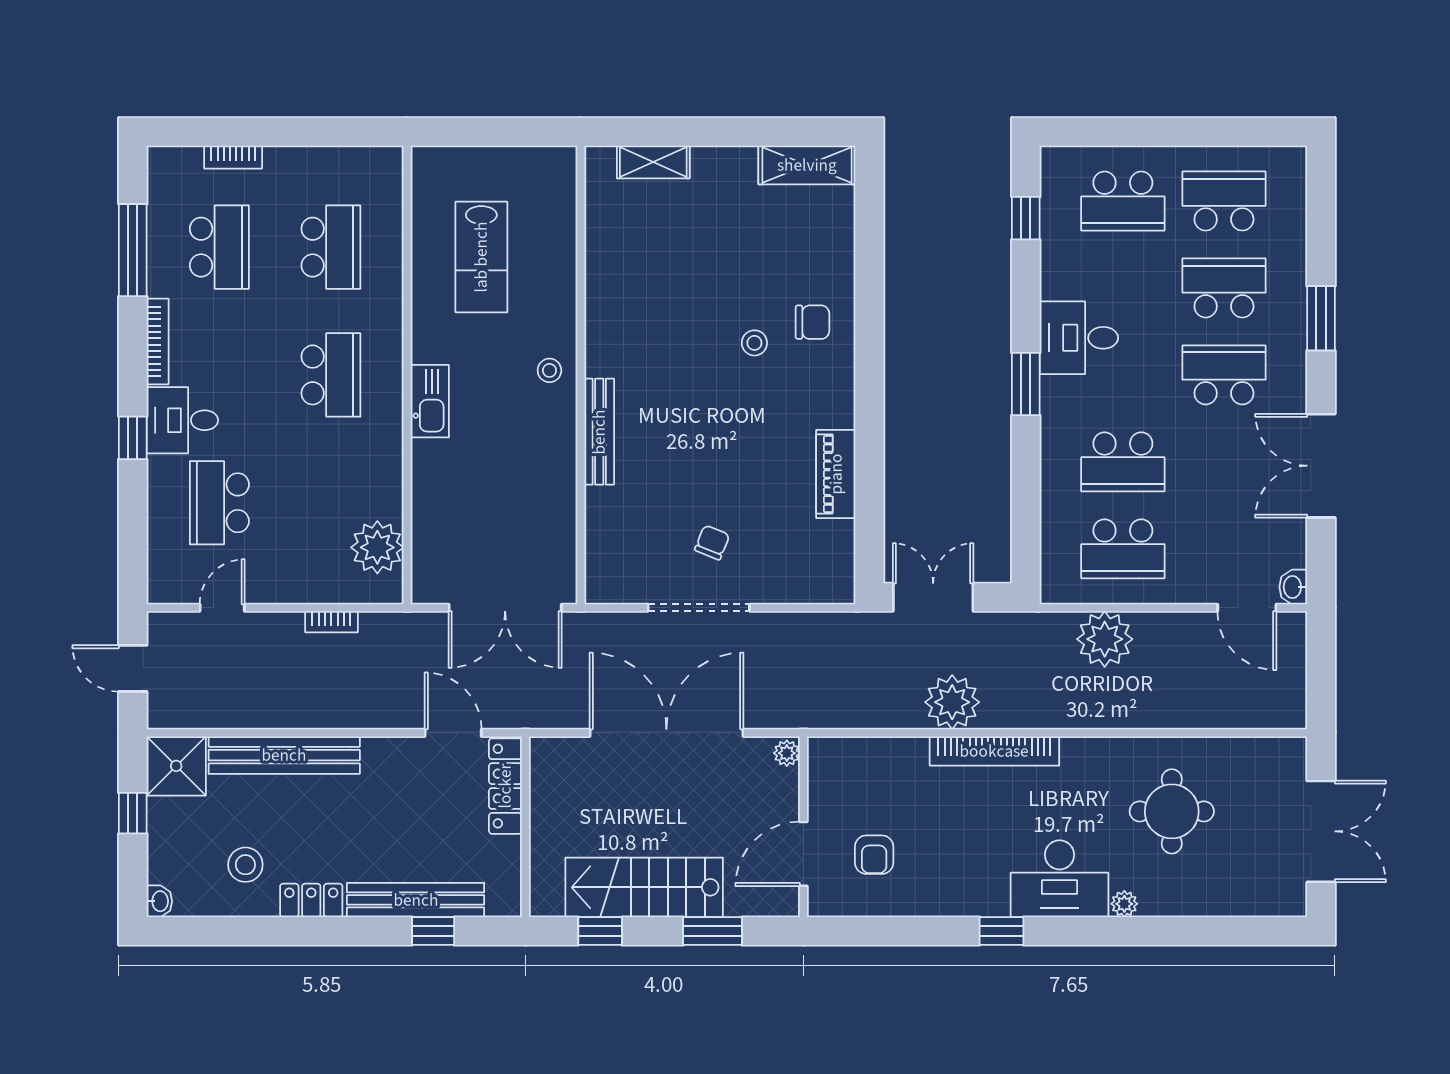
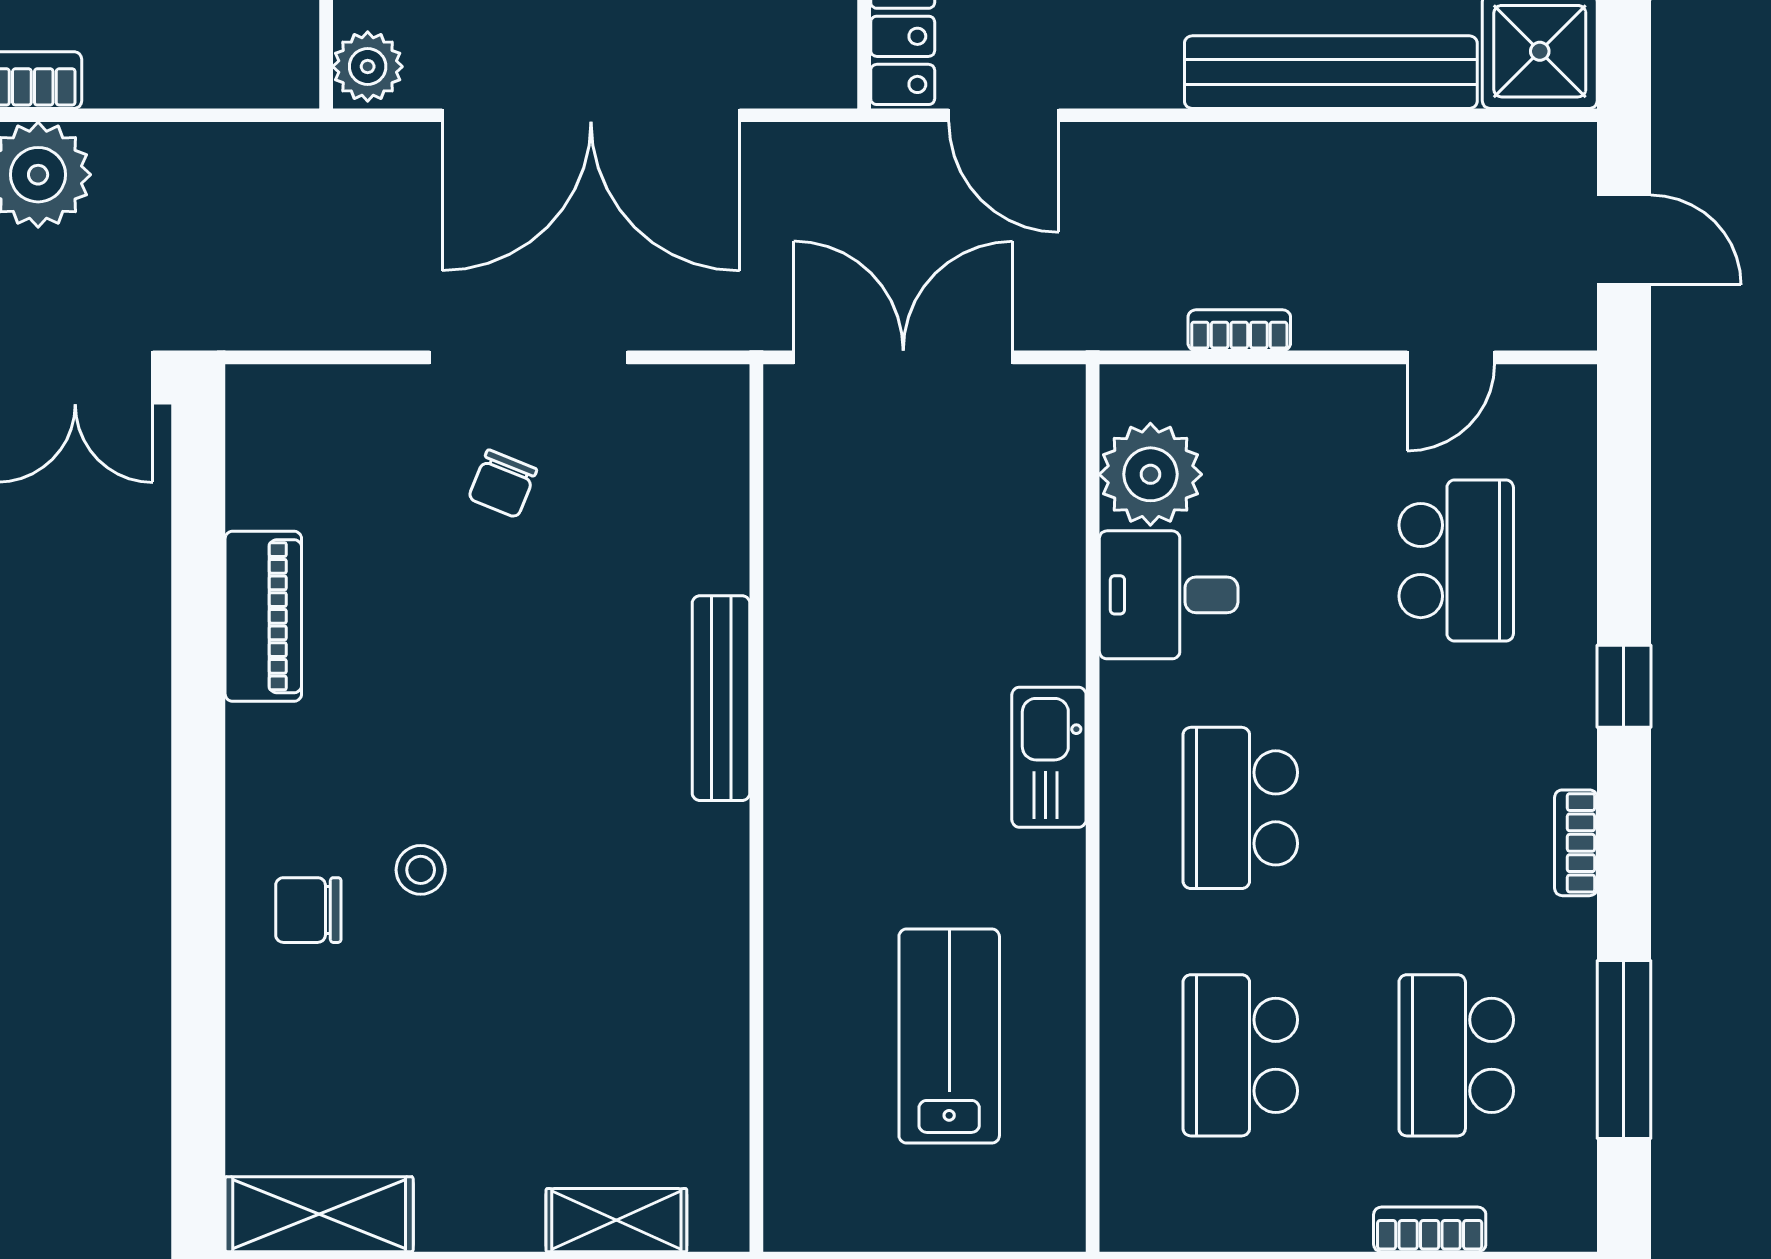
bookcase: (158, 342) -> (1576, 843), width x0.64
stool: (549, 370) -> (817, 817), removed
desk: (182, 420) -> (1169, 595), moved, turned 180
plant: (787, 753) -> (368, 67), width x1.38, depth x1.38

